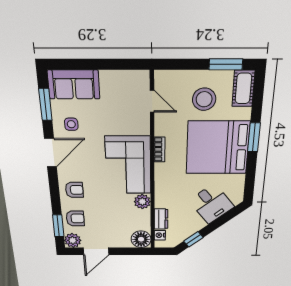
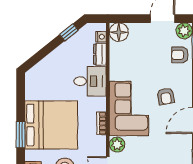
side table: (71, 124) -> (176, 146), removed
armchair: (74, 190) -> (166, 96), moved, turned -99
plant: (142, 202) -> (117, 145), moved
desk: (211, 204) -> (90, 81), moved, turned 129

